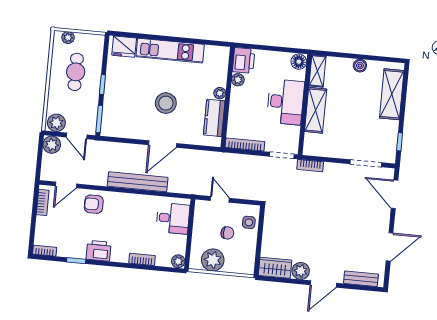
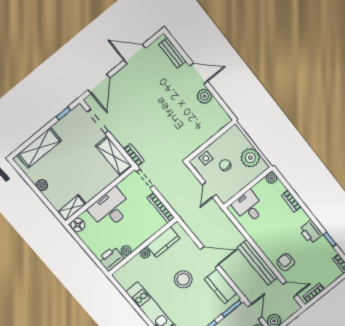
shelving: (316, 110) -> (114, 156), moved, turned 90
kitchen counter: (128, 129) -> (221, 286), added
bench: (138, 182) -> (258, 263), moved
armchair: (94, 204) -> (286, 262), turned 180
wardrobe: (275, 268) -> (218, 114), removed

